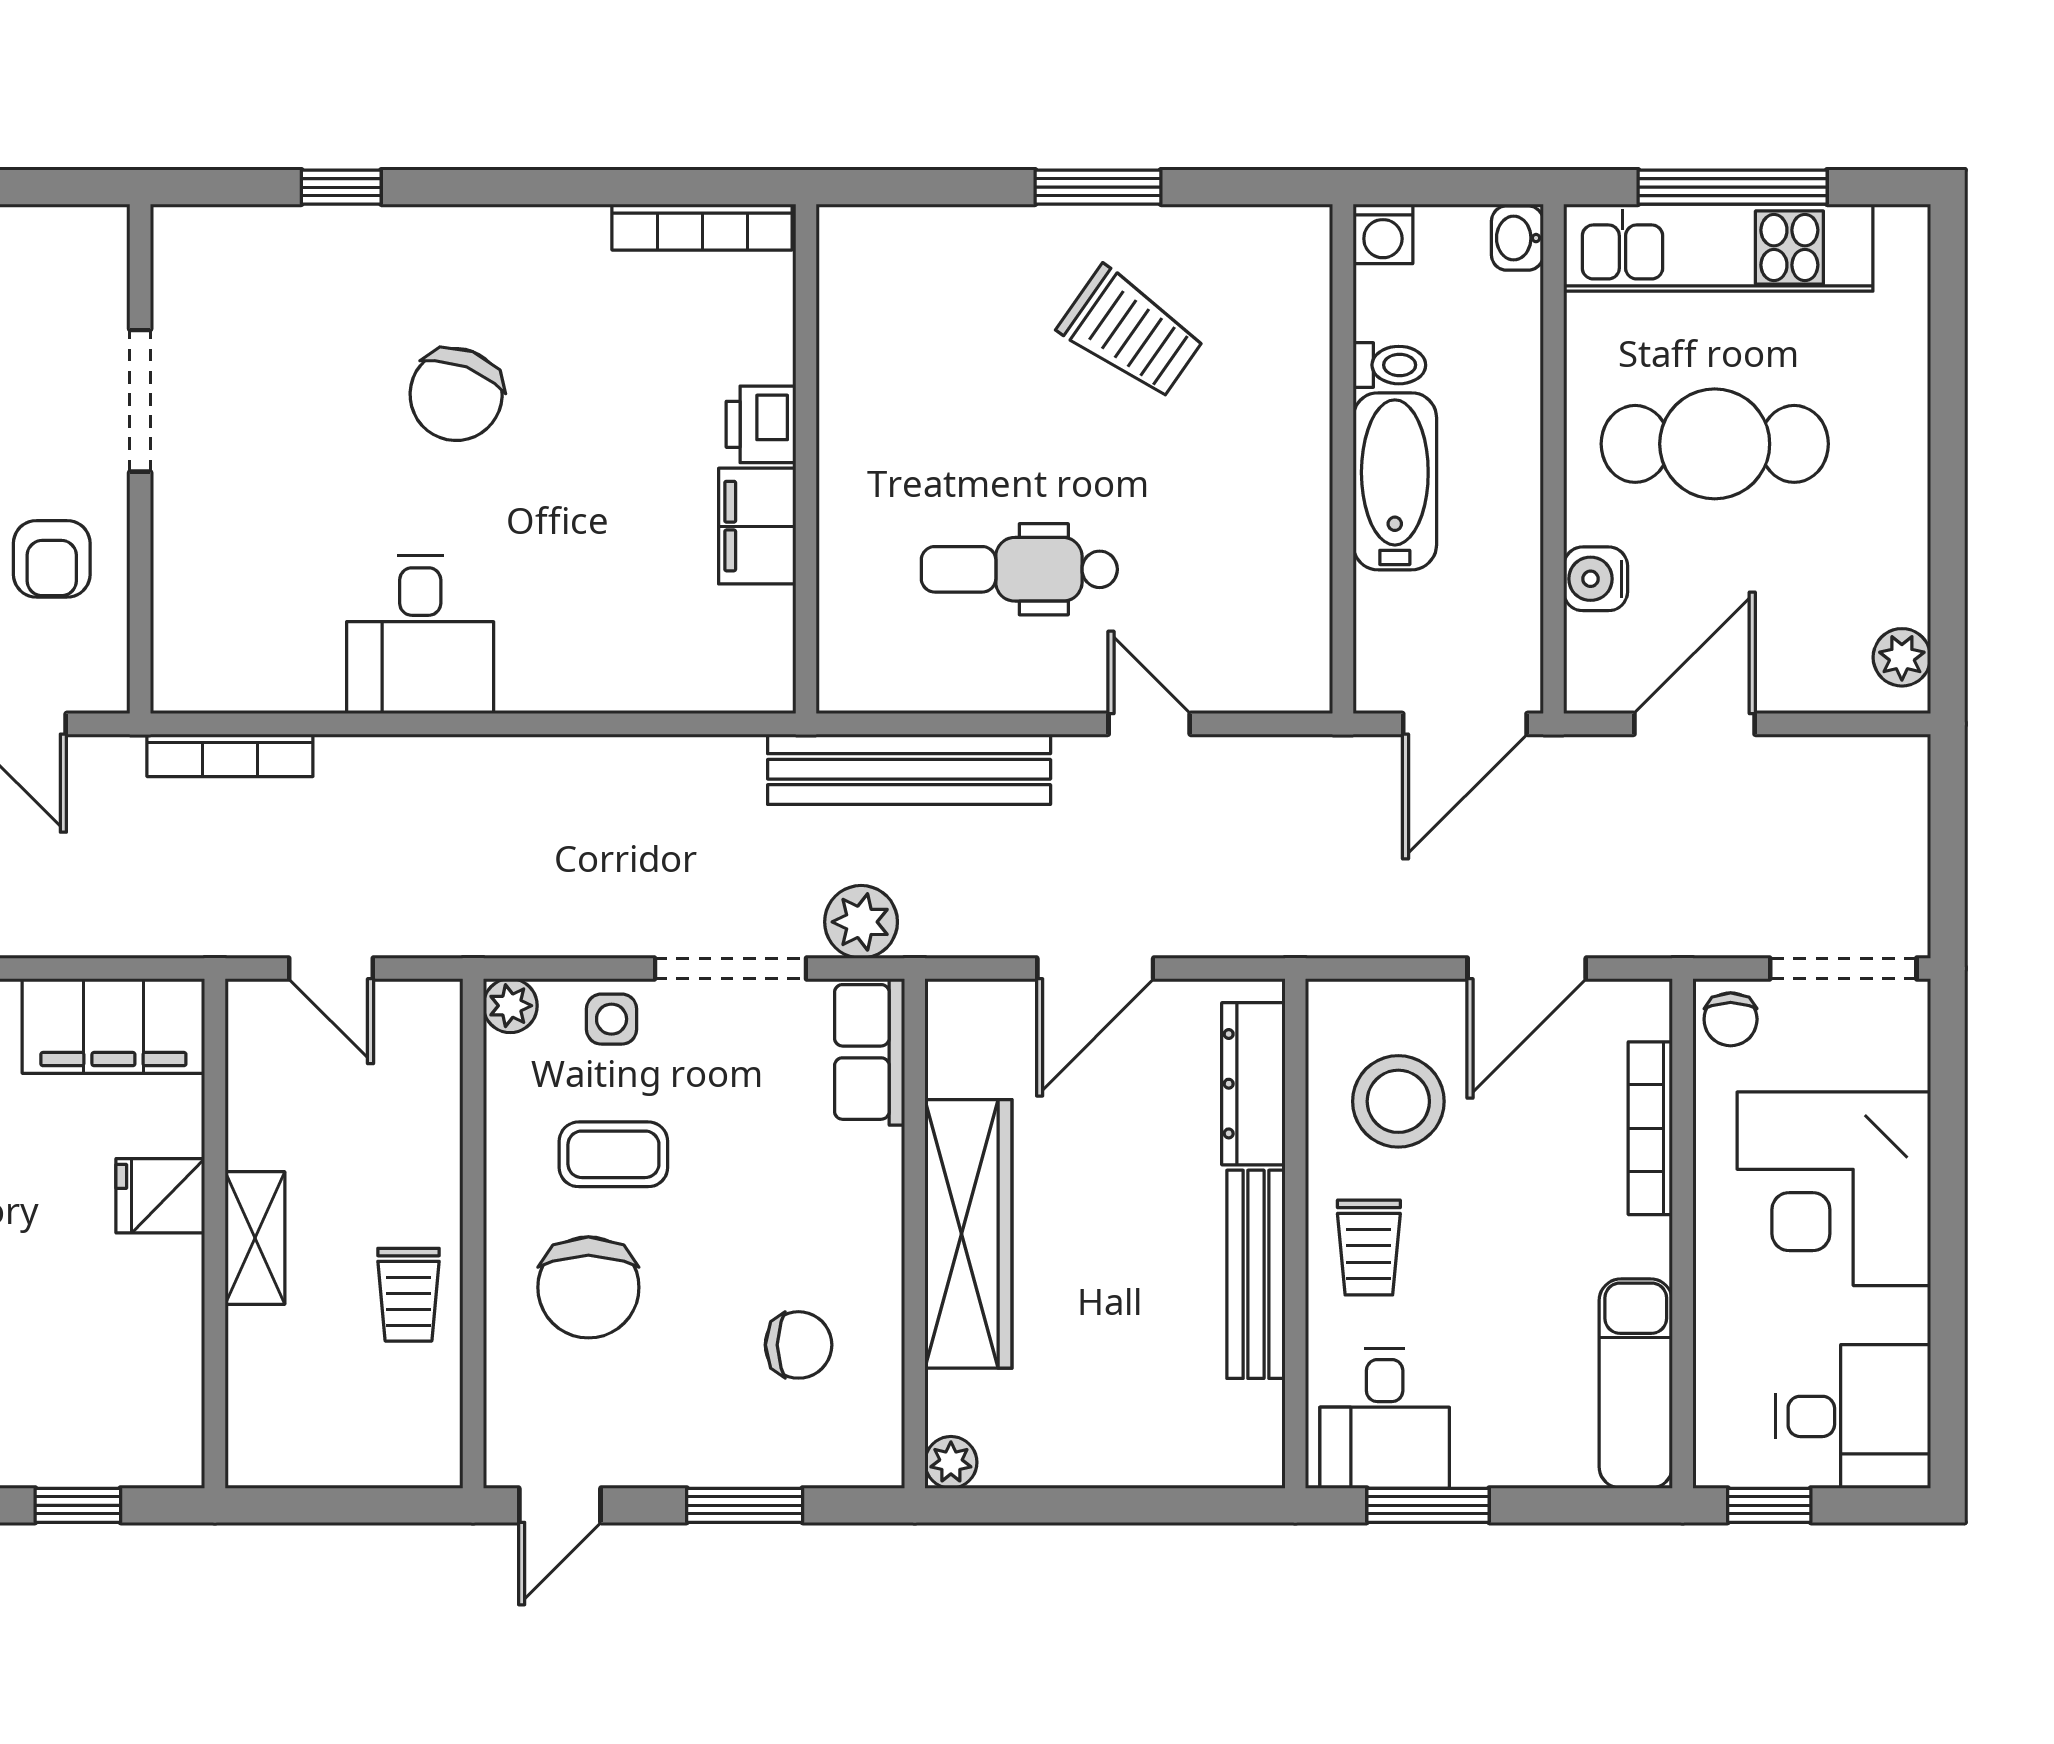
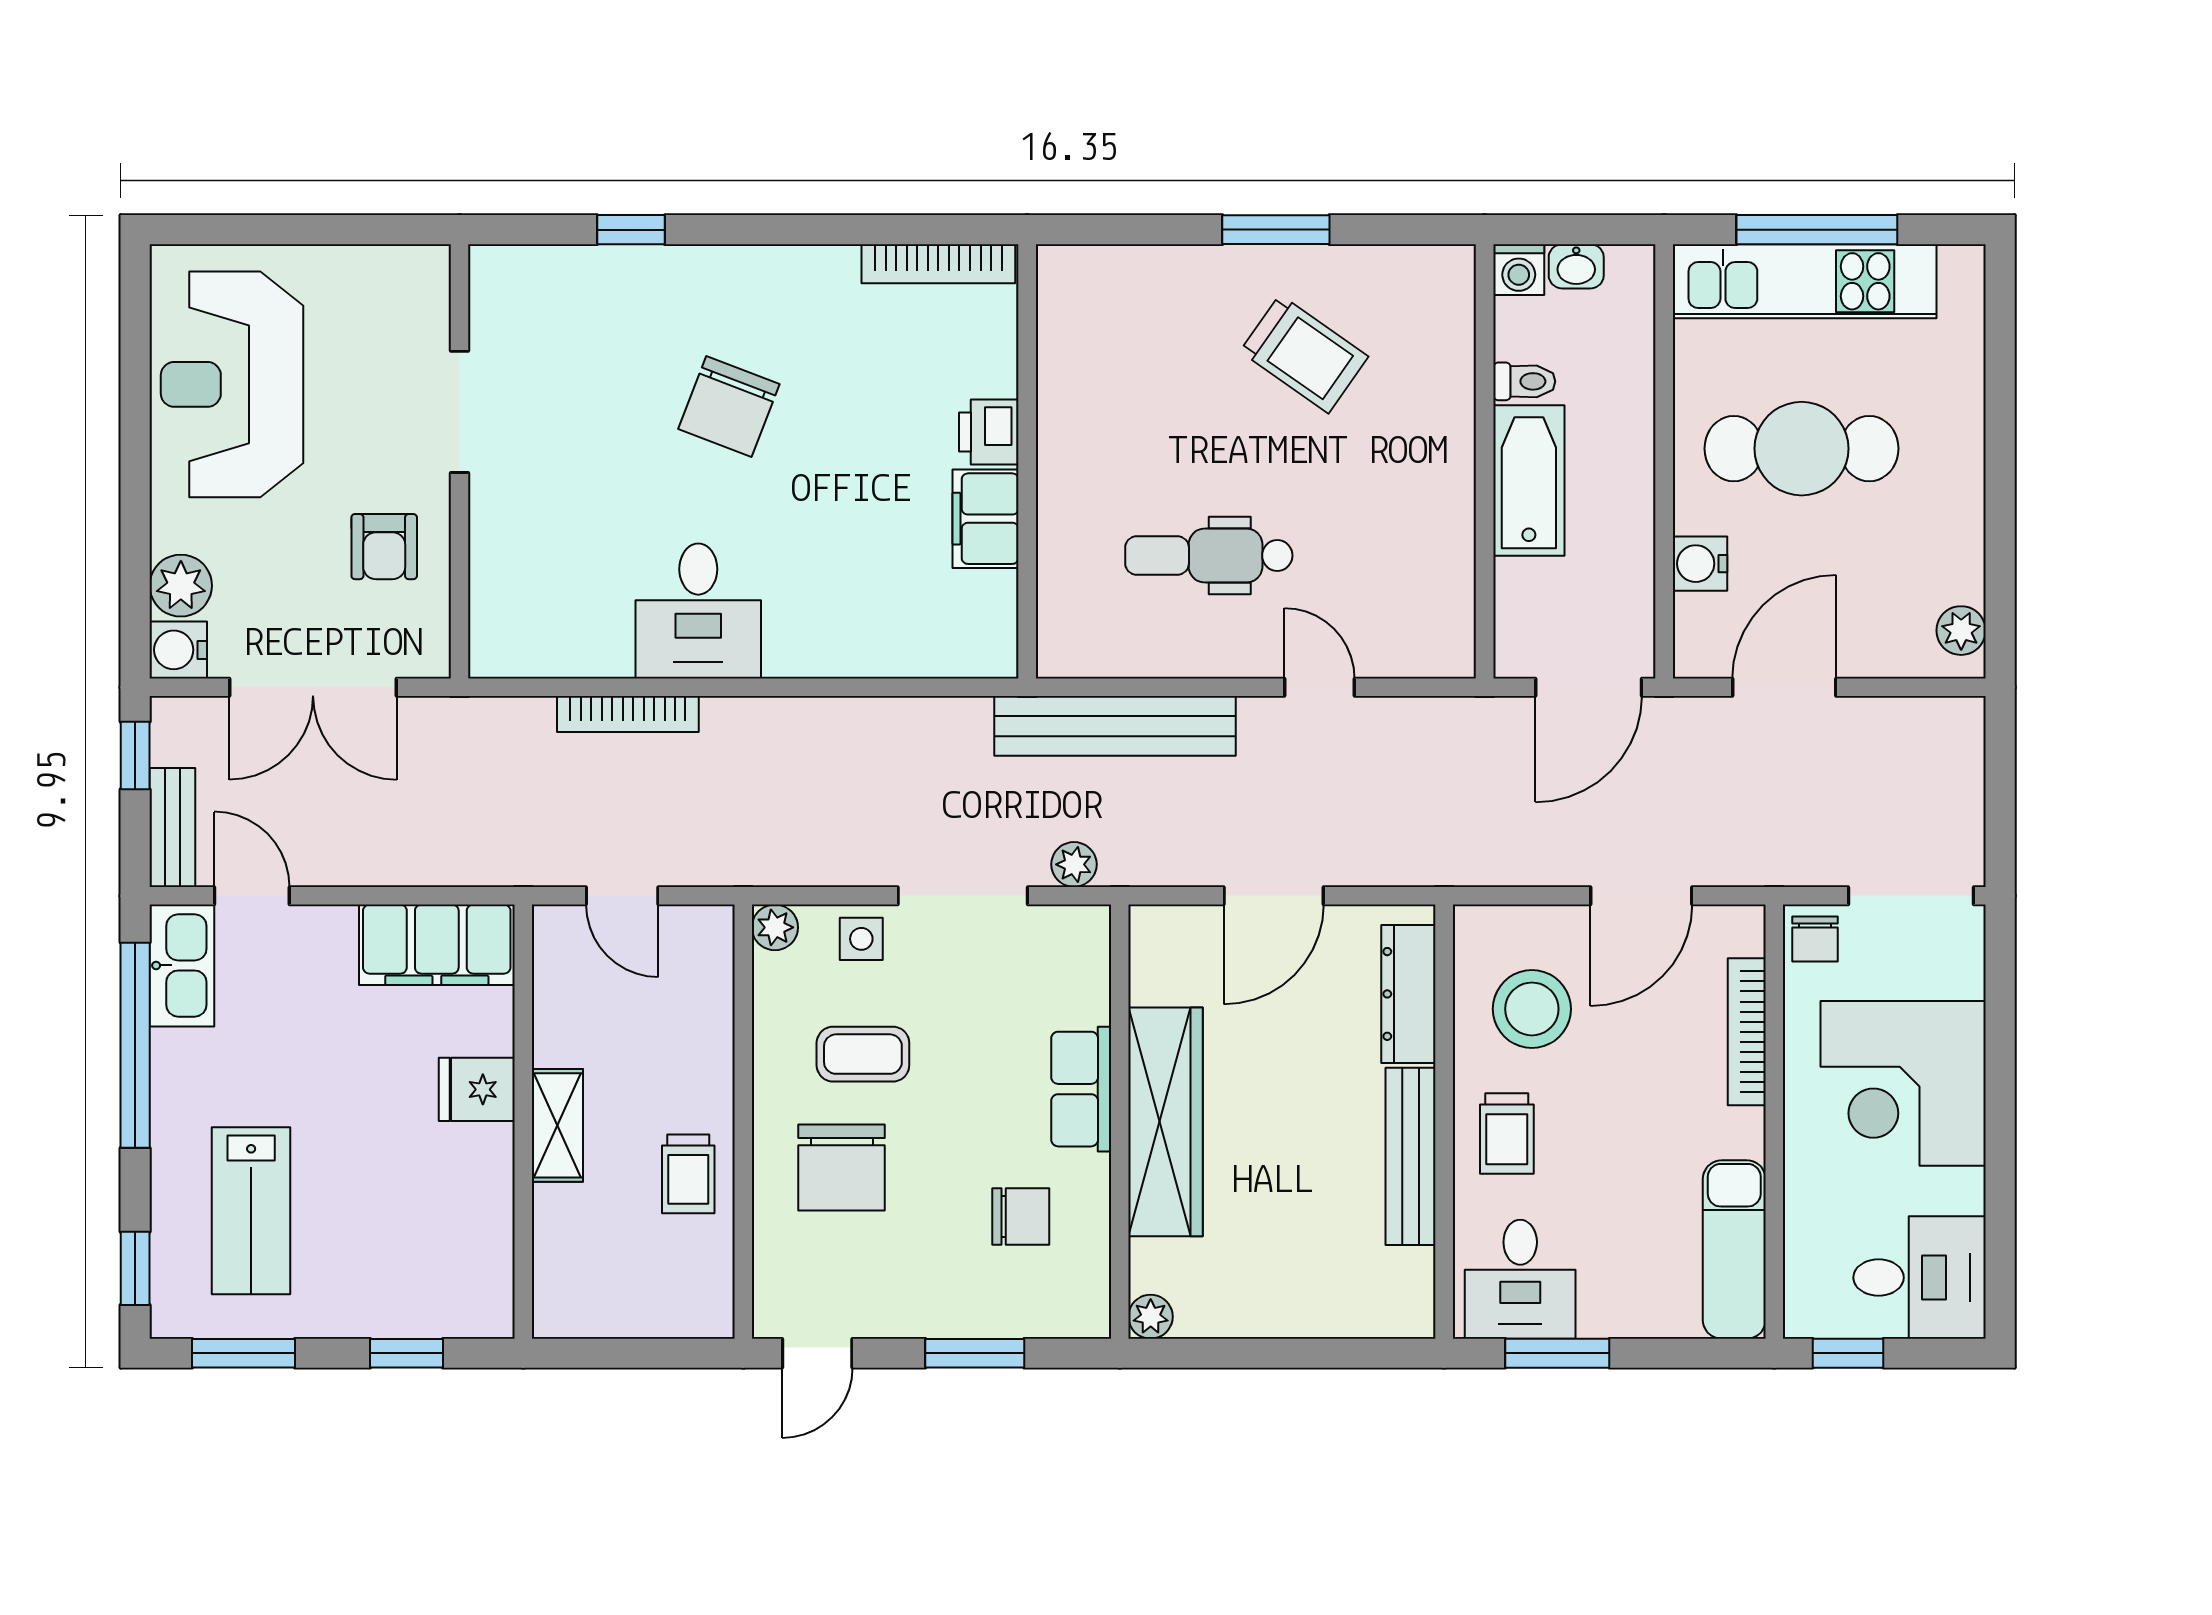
washbasin: (1517, 238) -> (1576, 266), moved, turned -90
bookcase: (230, 755) -> (628, 714), moved
plant: (861, 922) -> (1074, 864), width x0.73, depth x0.73
row of seats: (870, 1052) -> (1081, 1089), moved

